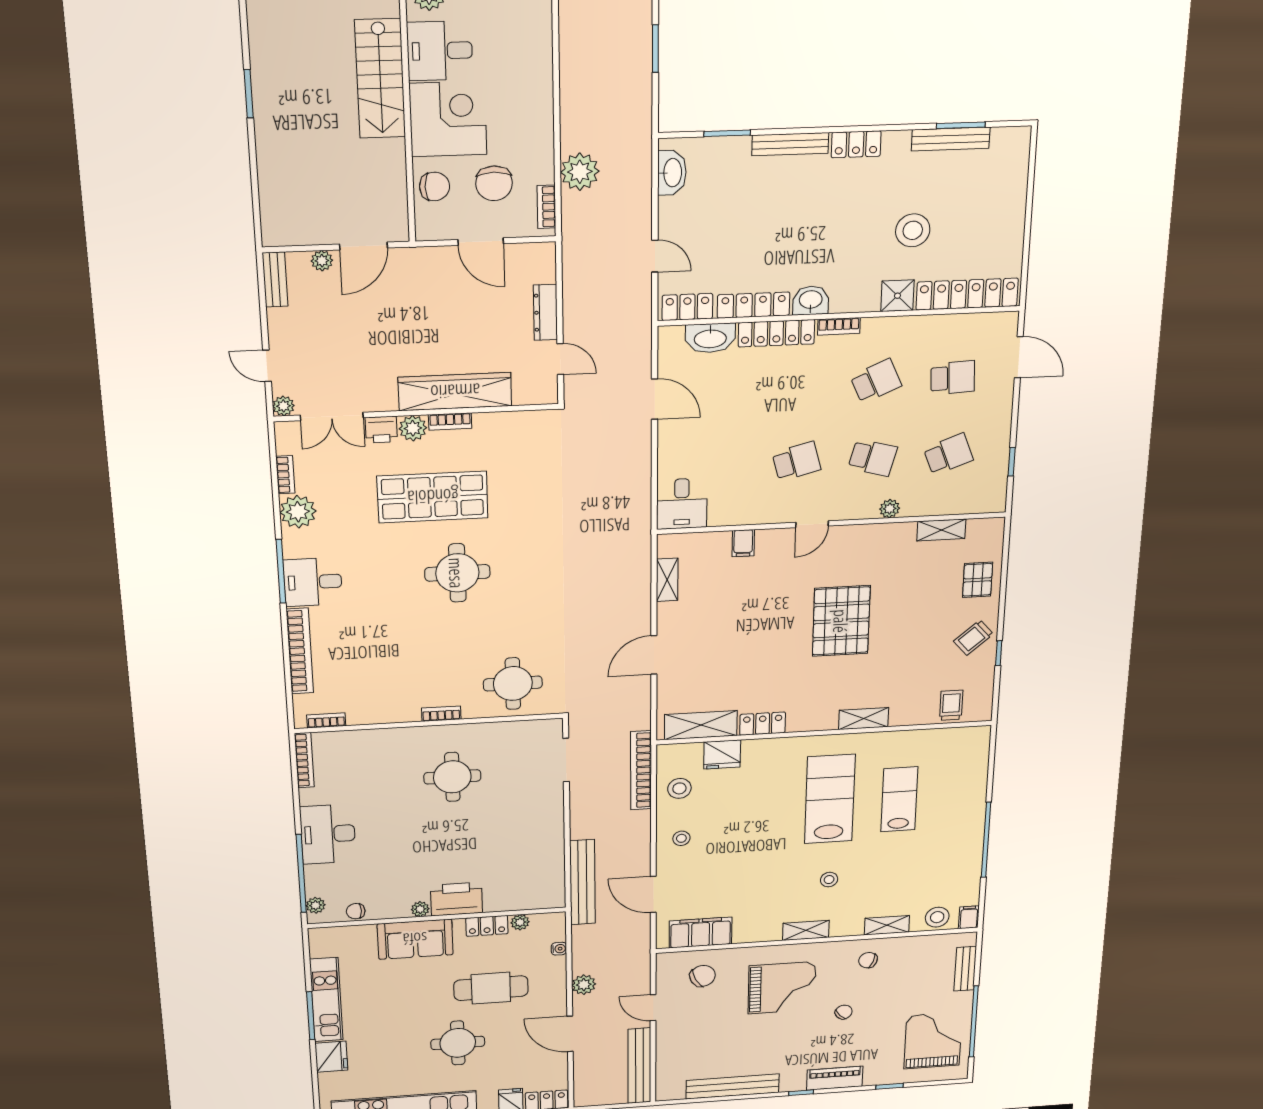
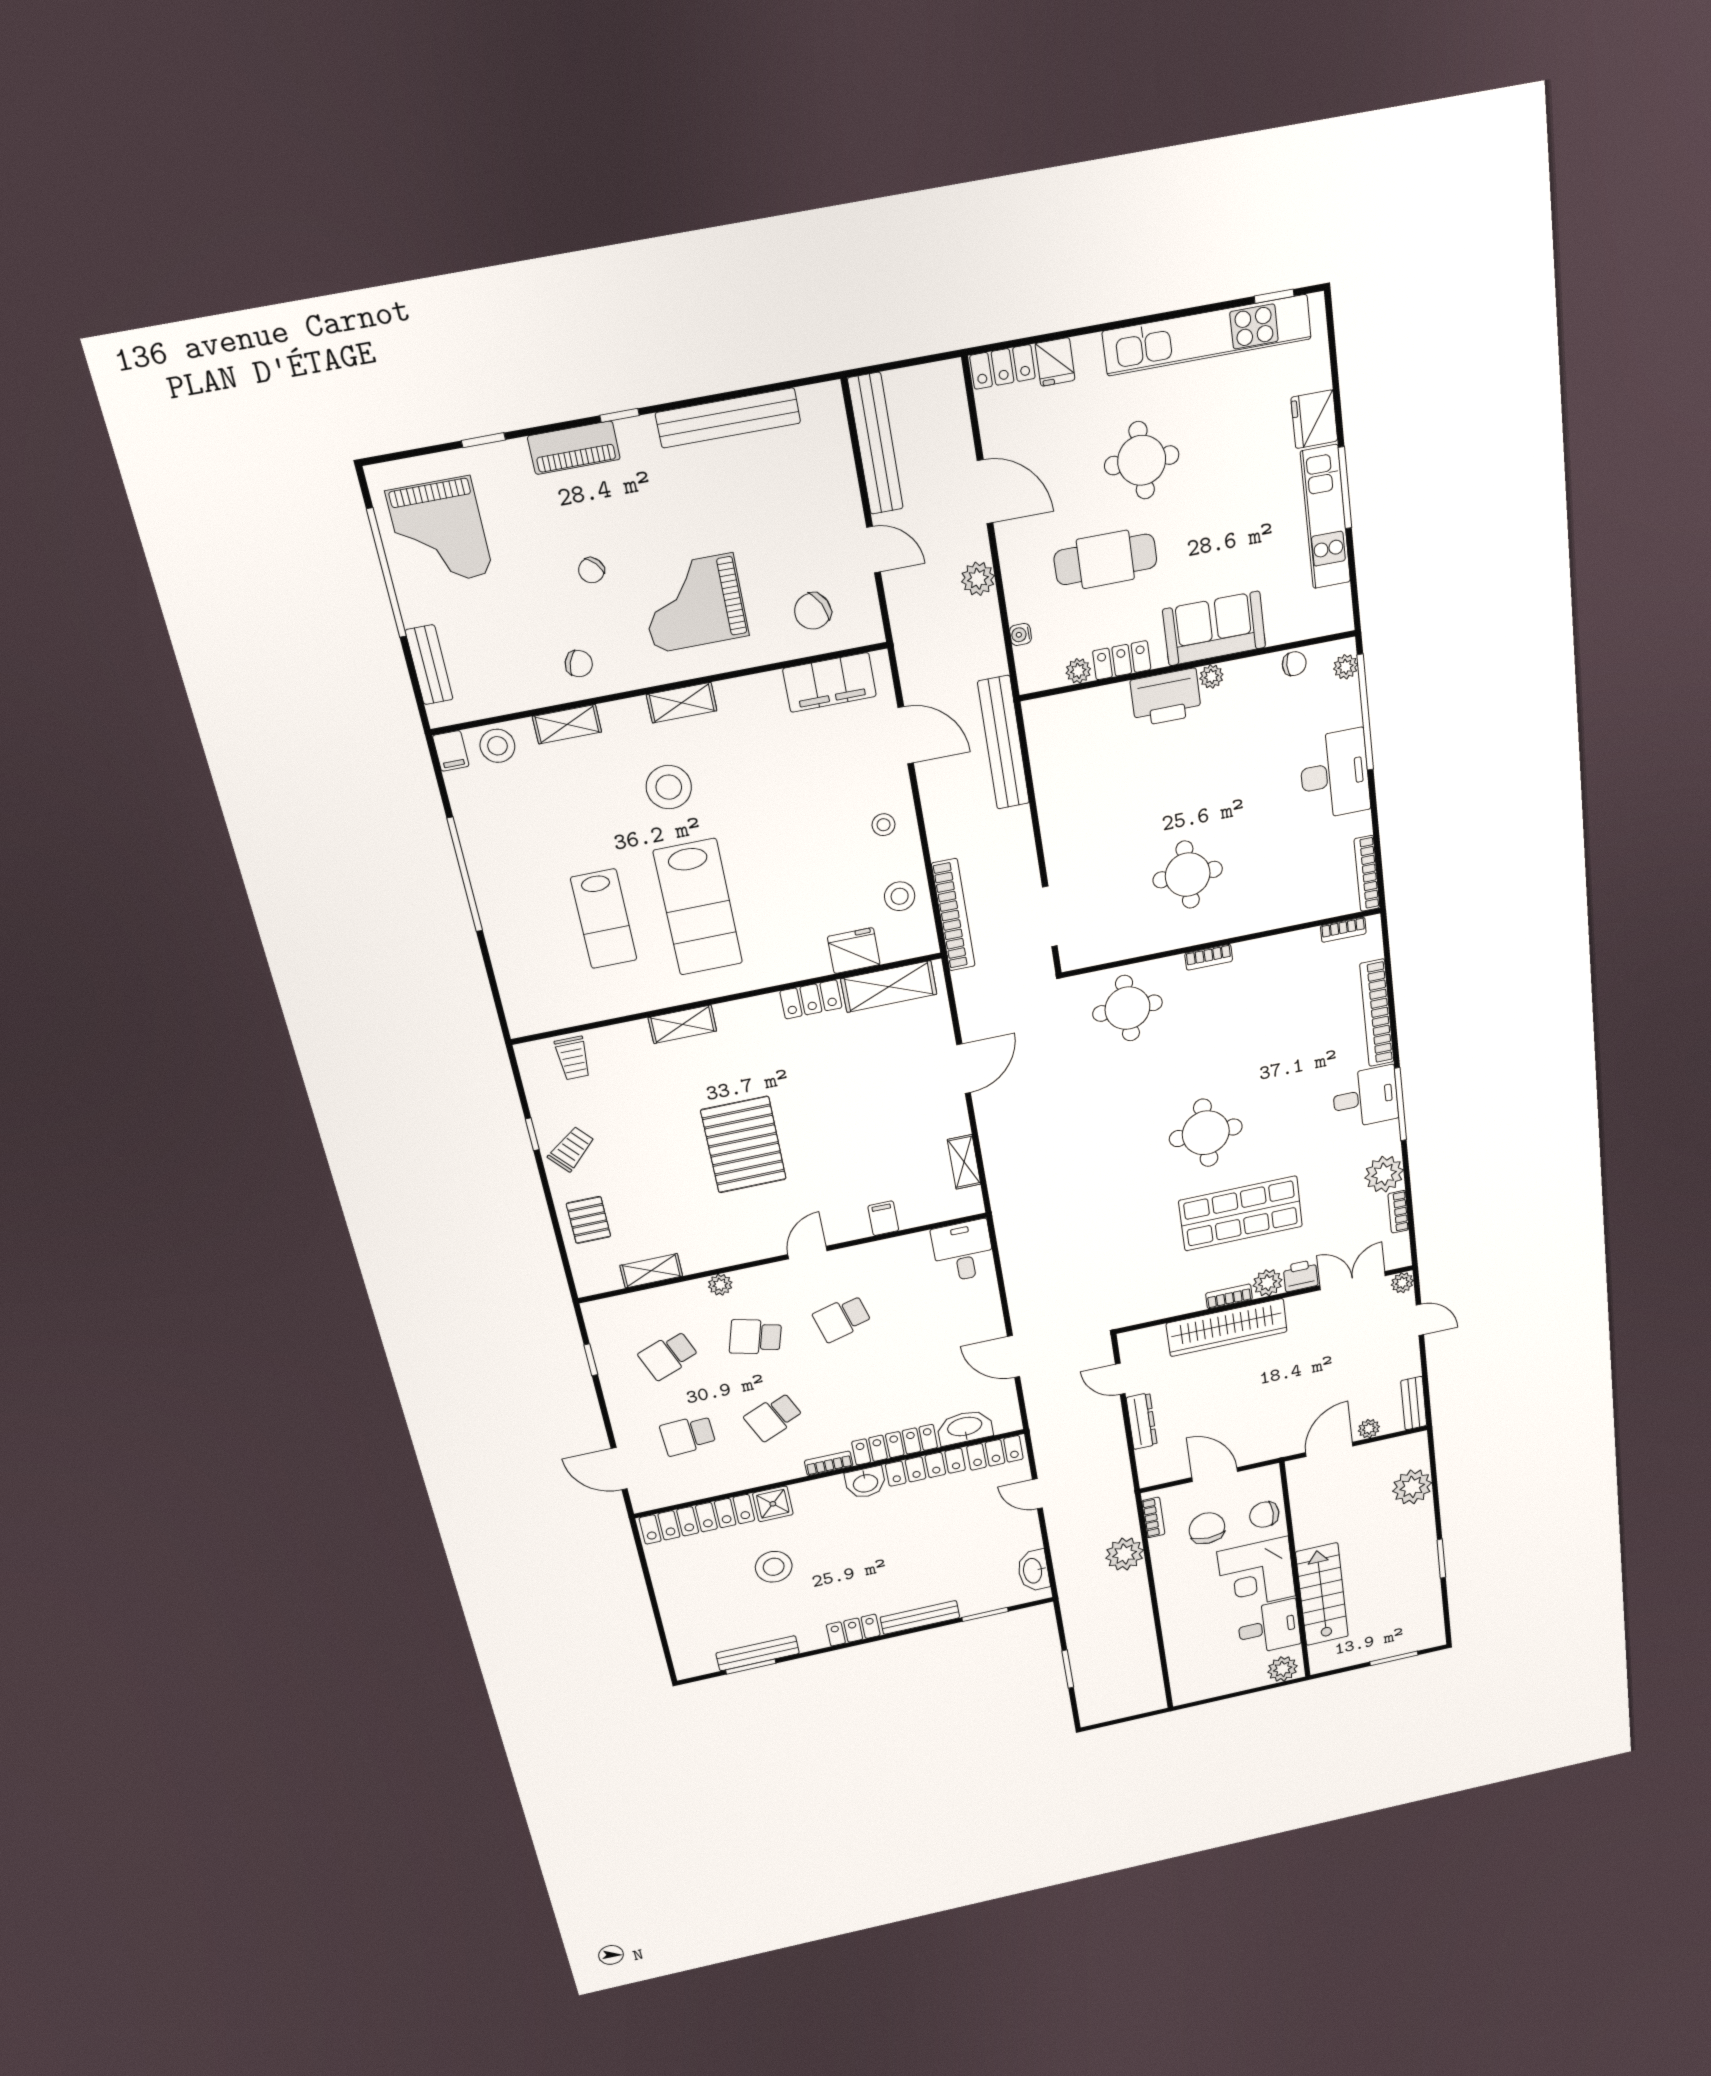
plant: (279, 186) -> (1412, 1487), added
stool: (829, 880) -> (669, 787), width x1.89, depth x1.89

